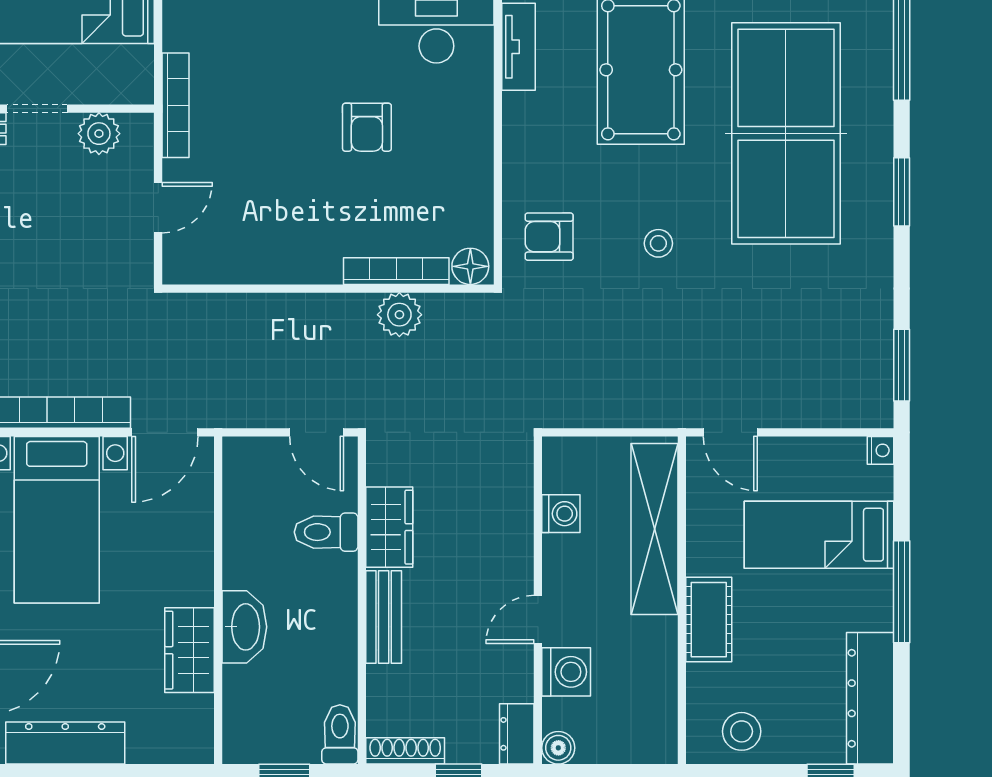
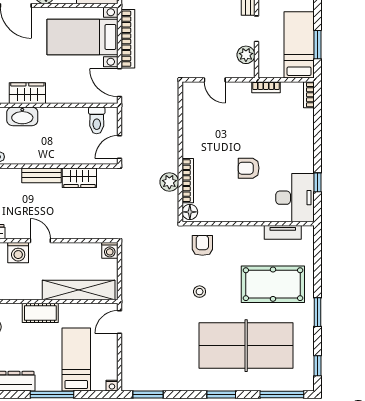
bookcase: (176, 105) -> (266, 87), width x0.64
washing machine: (561, 514) -> (110, 250), moved
toilet: (326, 532) -> (97, 120), moved, turned 180
washbasin: (244, 627) -> (22, 116), moved

